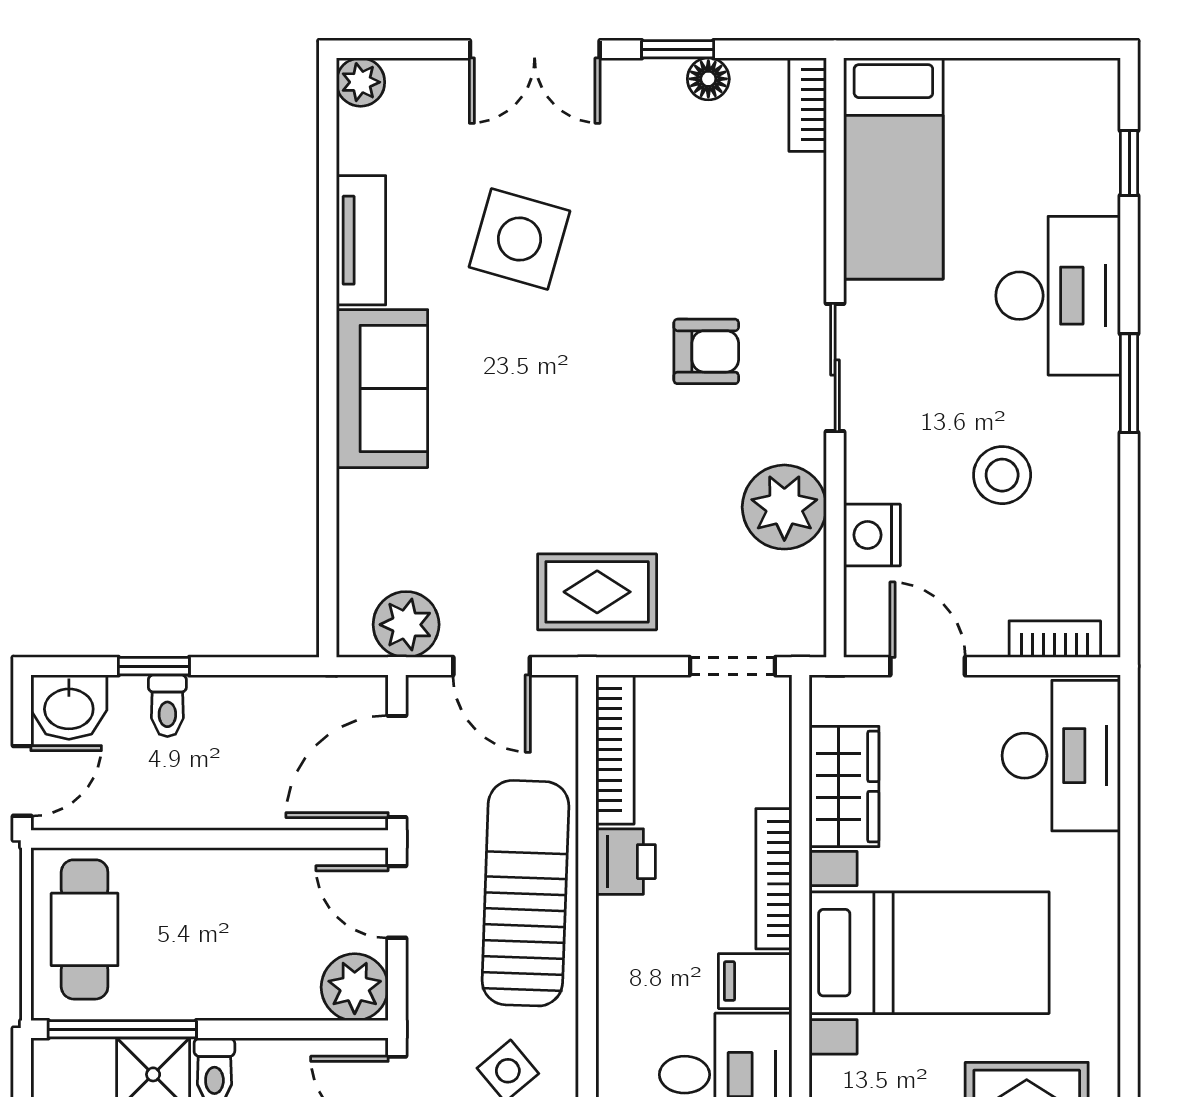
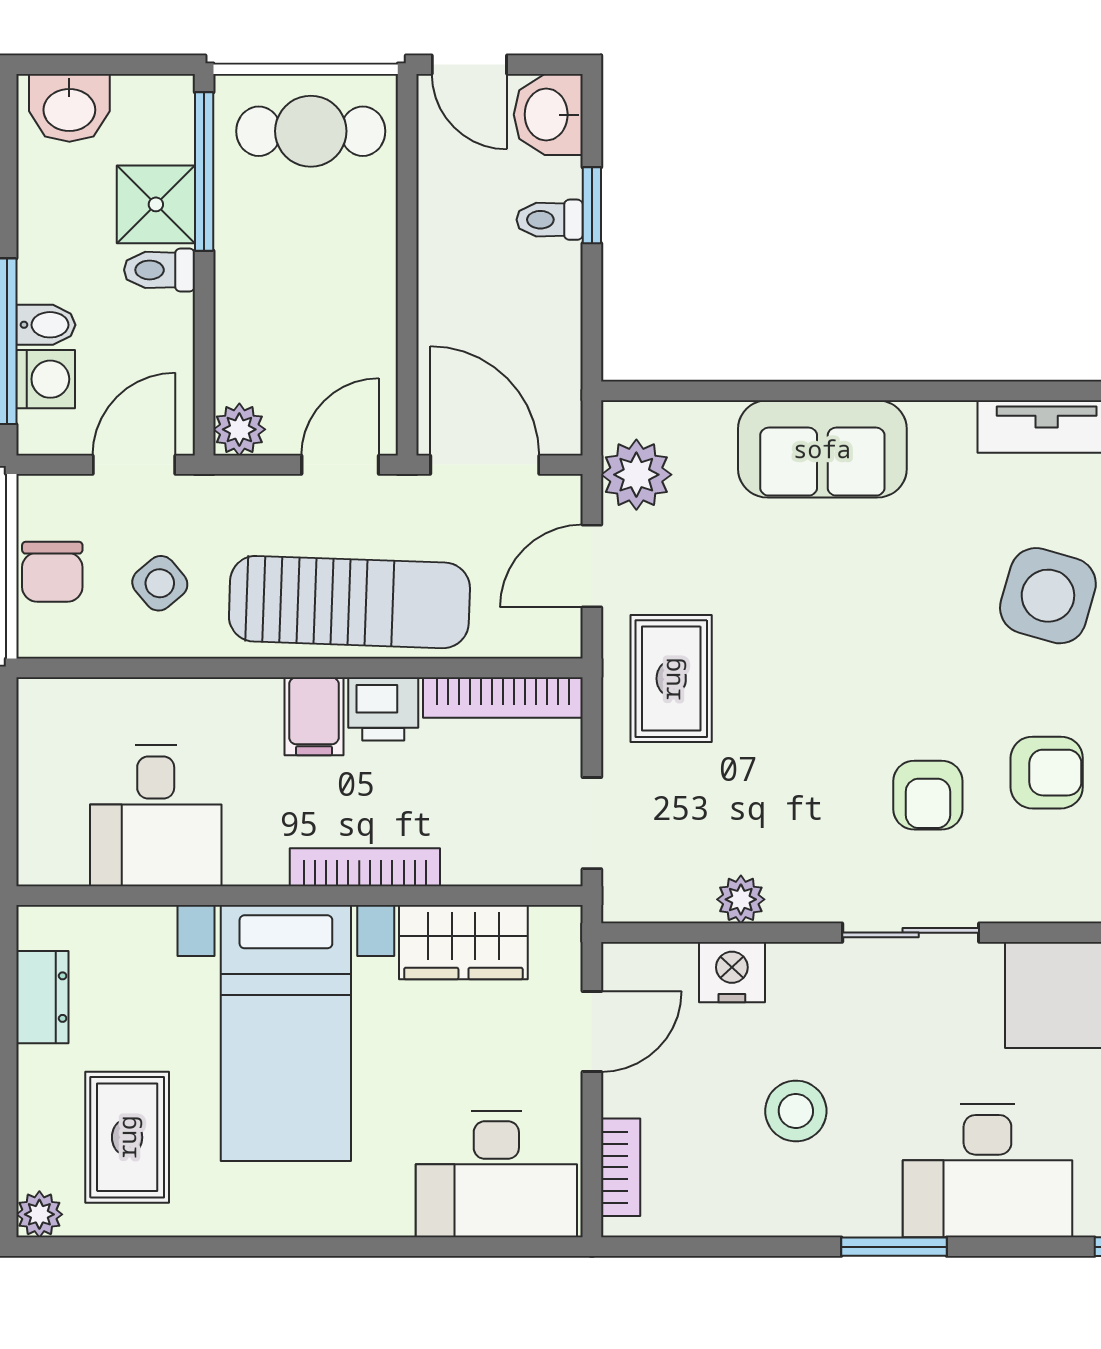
armchair: (685, 240) -> (1047, 773), added
sofa: (382, 389) -> (822, 449), moved
plant: (784, 507) -> (741, 899), width x0.53, depth x0.53
filing cabinet: (755, 981) -> (314, 716), moved, turned 180
plant: (355, 987) -> (239, 429), width x0.73, depth x0.73

